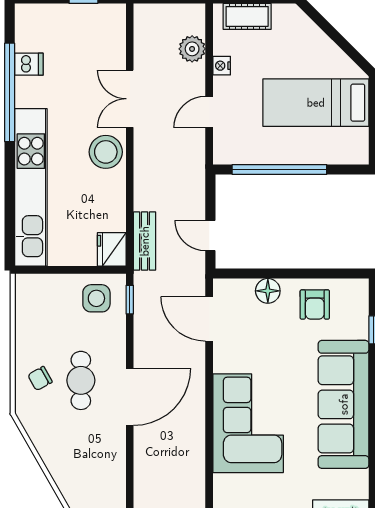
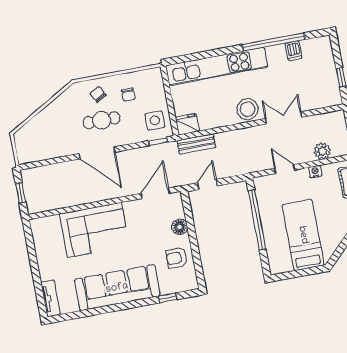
chair: (49, 332) -> (128, 95), added

